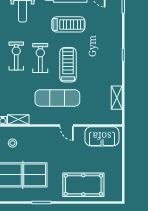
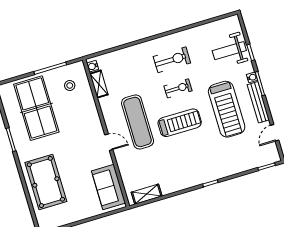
treadmill: (68, 24) -> (227, 109), width x1.37, depth x1.38
exercise bike: (40, 58) -> (178, 88), width x0.73, depth x0.72
shelving: (117, 98) -> (147, 194), moved
door: (67, 125) -> (109, 142), swing flipped

